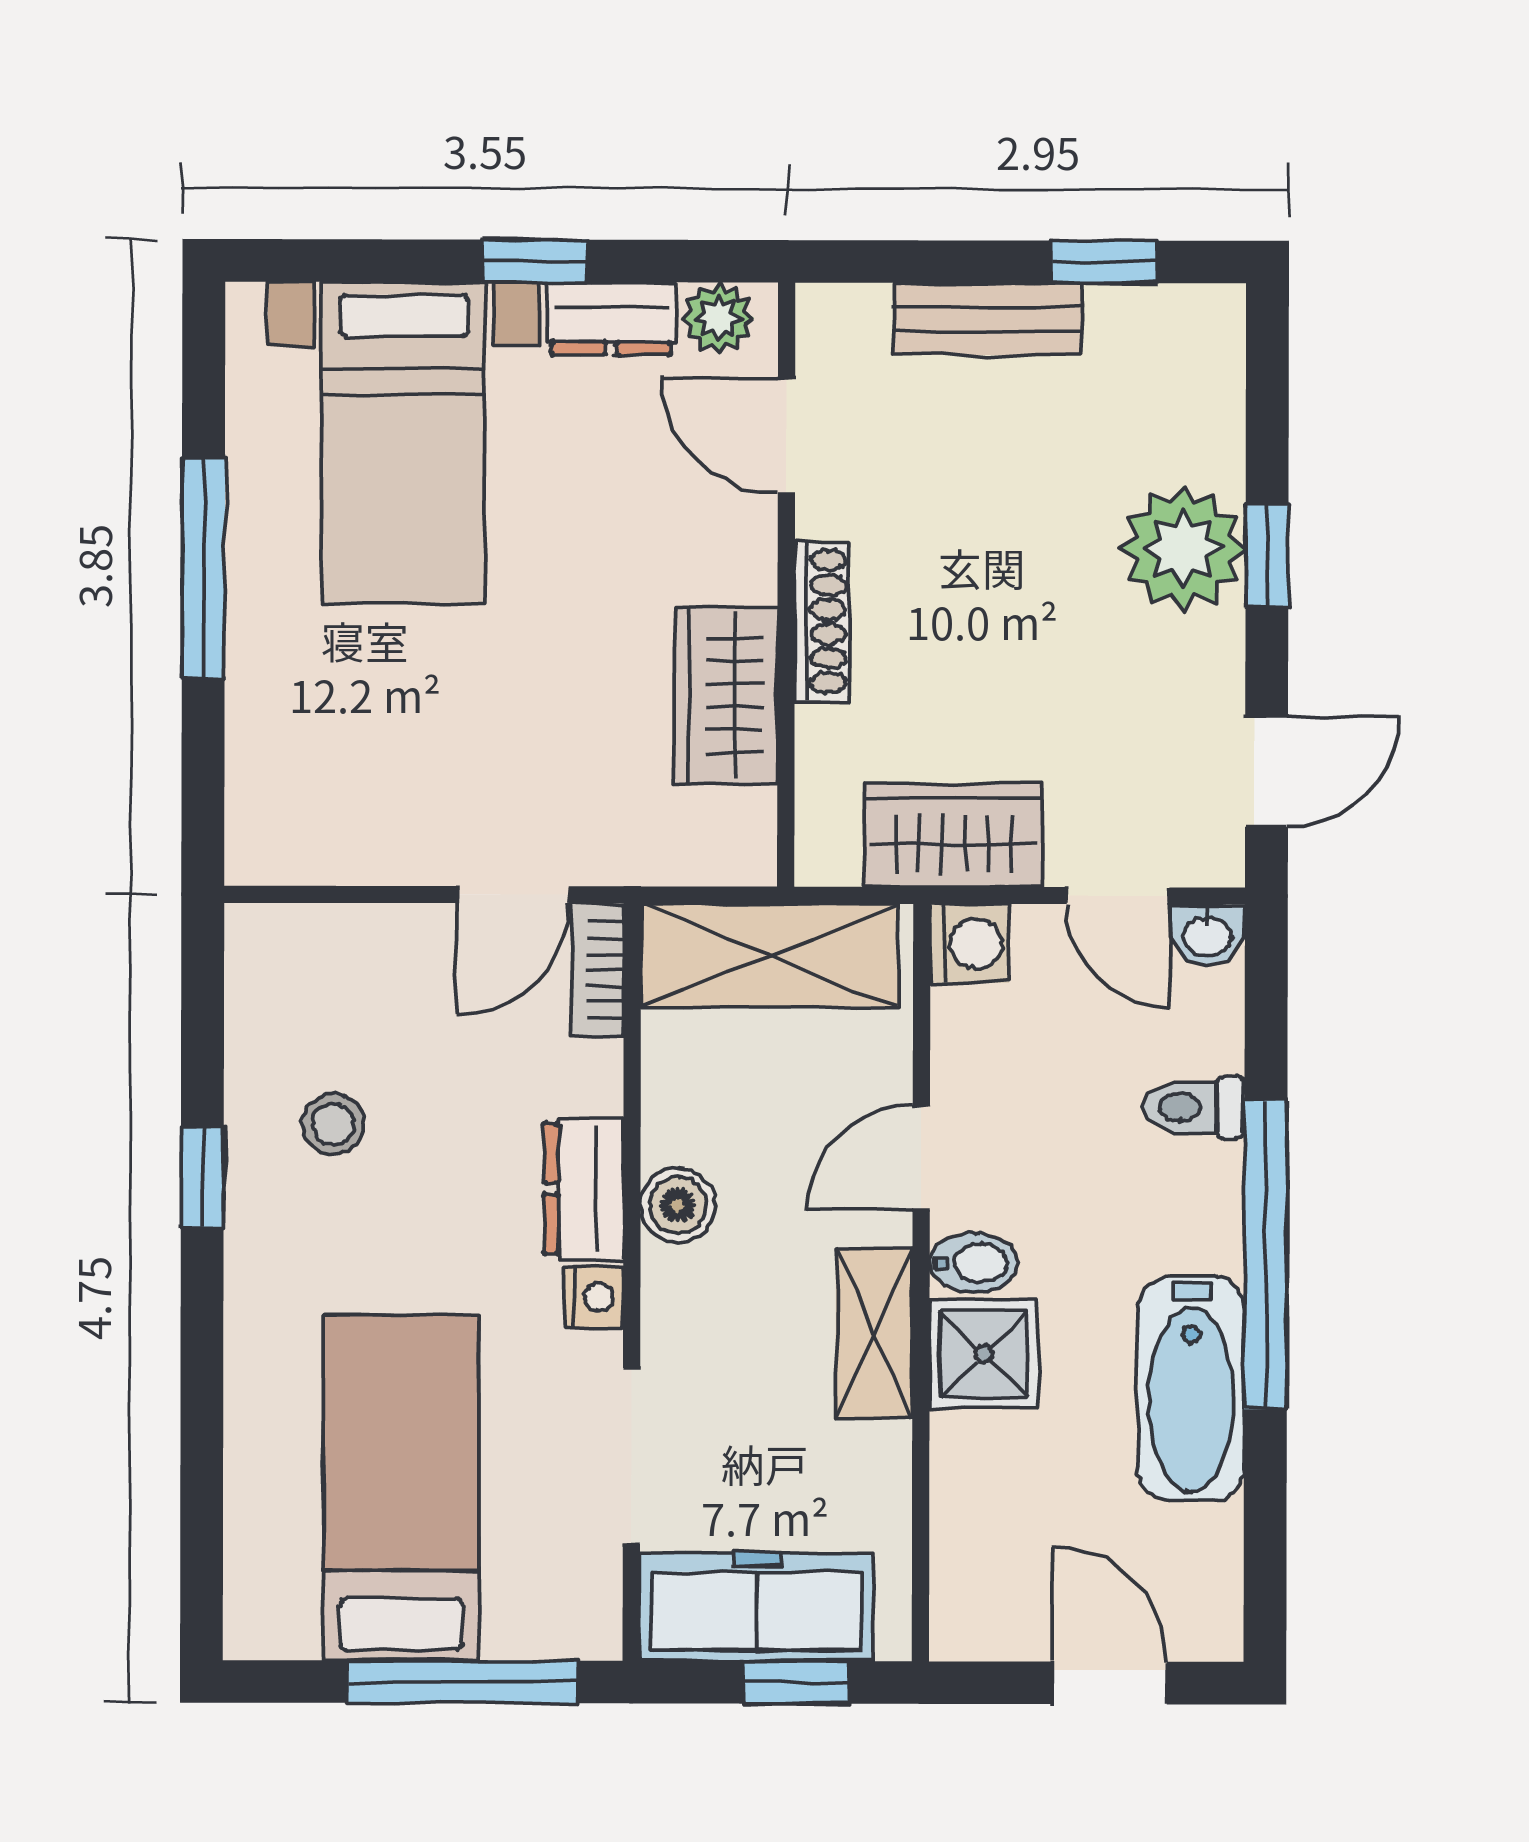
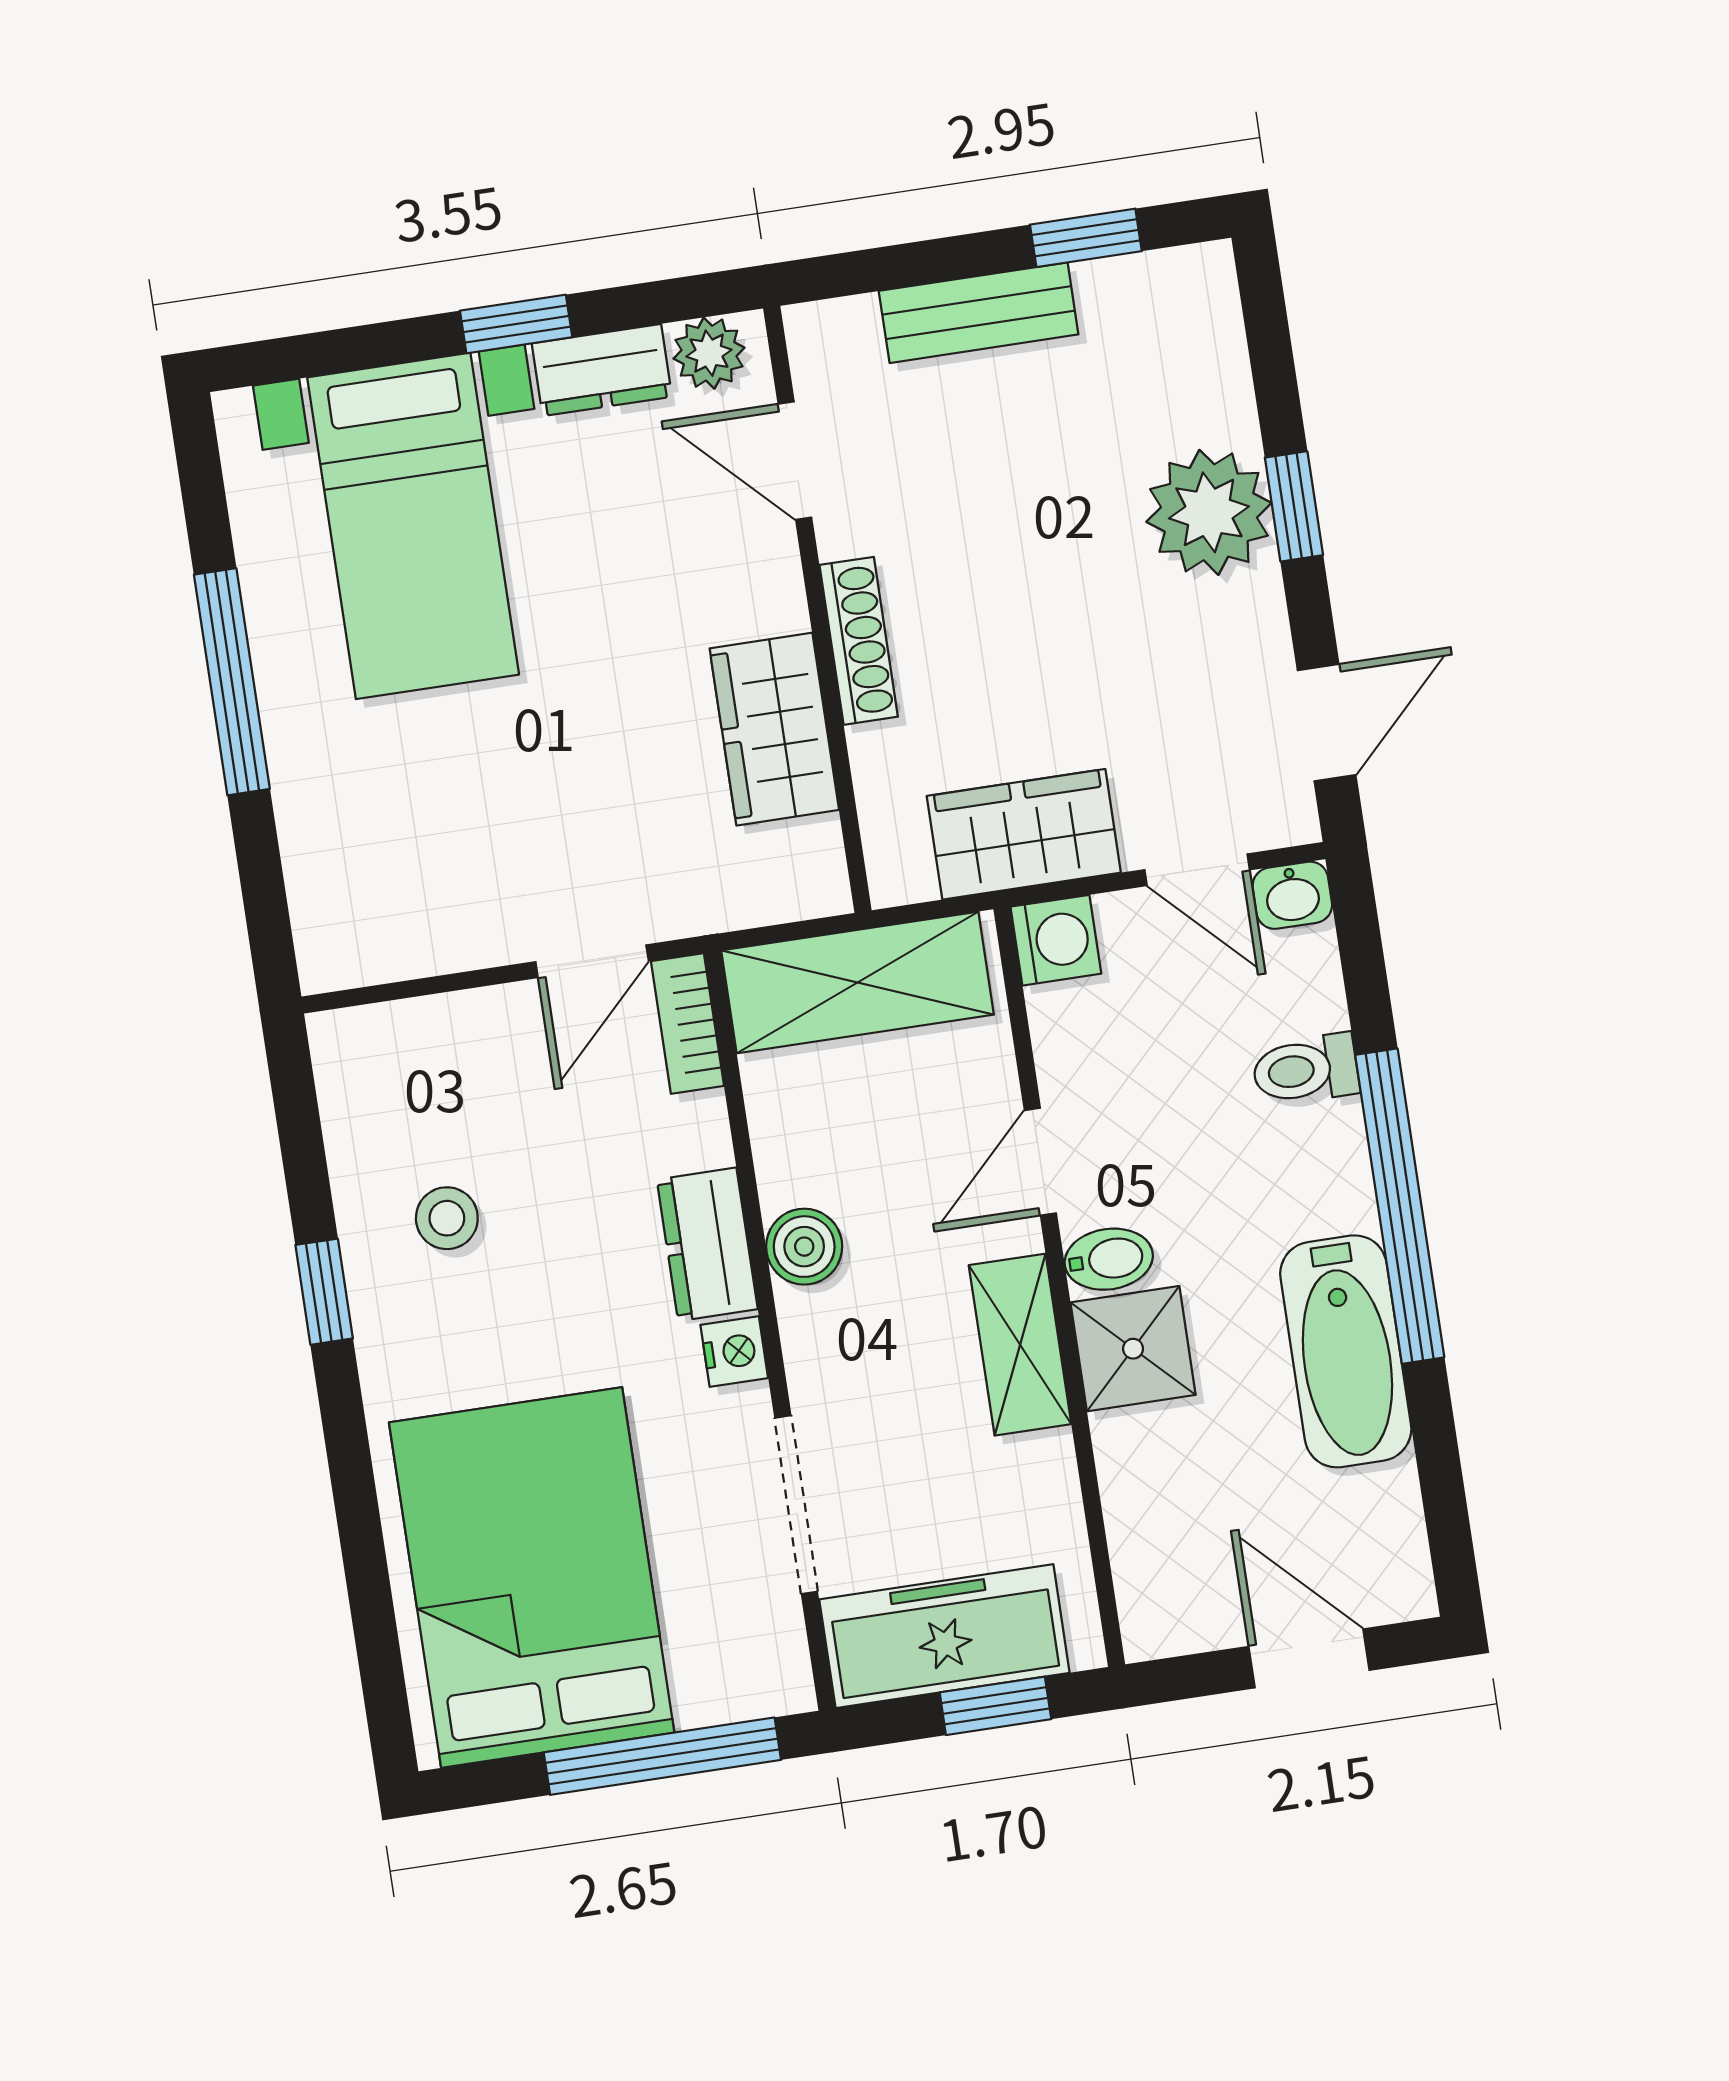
bed: (401, 1488) -> (532, 1577), width x1.50

